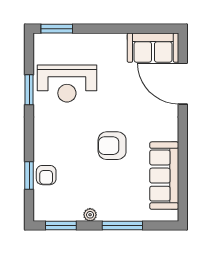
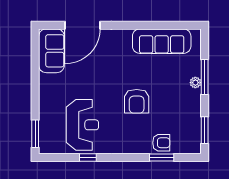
window: (29, 90) -> (88, 158), width x0.67
armchair: (112, 146) -> (137, 101), moved
plant: (90, 215) -> (195, 83), moved

